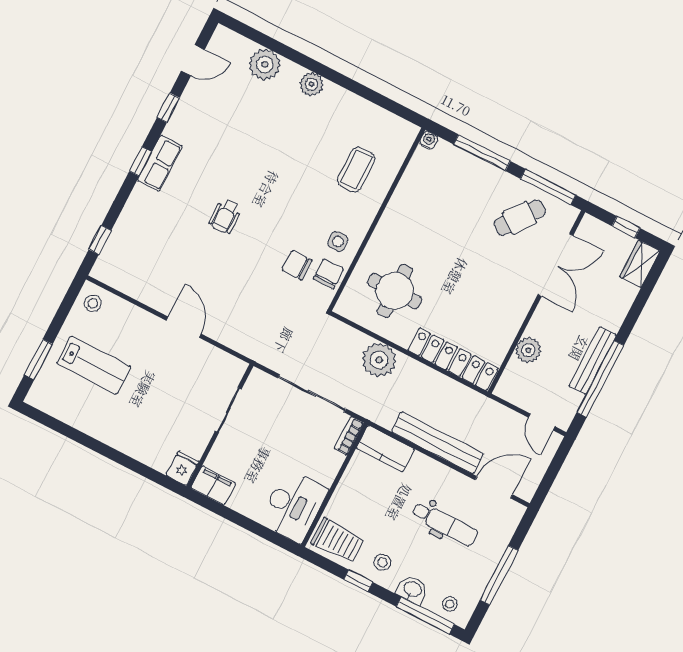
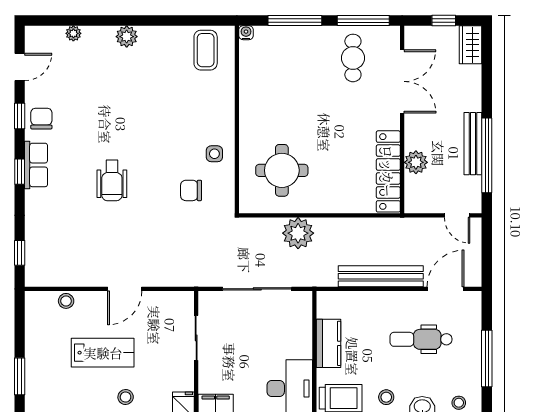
plant: (265, 65) -> (73, 33), width x0.53, depth x0.53
coffee table: (356, 170) -> (206, 50), moved
wheelchair: (225, 216) -> (112, 181), width x1.36, depth x1.37
cafe table: (520, 218) -> (353, 58), turned -36
chair: (328, 274) -> (41, 119), moved
stool: (93, 303) -> (66, 301), moved
door: (184, 327) -> (125, 289), swing flipped
locker: (453, 359) -> (388, 171), moved, turned -90
lab bench: (94, 365) -> (103, 353), moved
stool: (131, 432) -> (126, 397), added
bookcase: (349, 436) -> (306, 308), removed
kitchen counter: (385, 449) -> (329, 343), moved, turned -90
dental chair: (445, 524) -> (421, 339), turned 180

